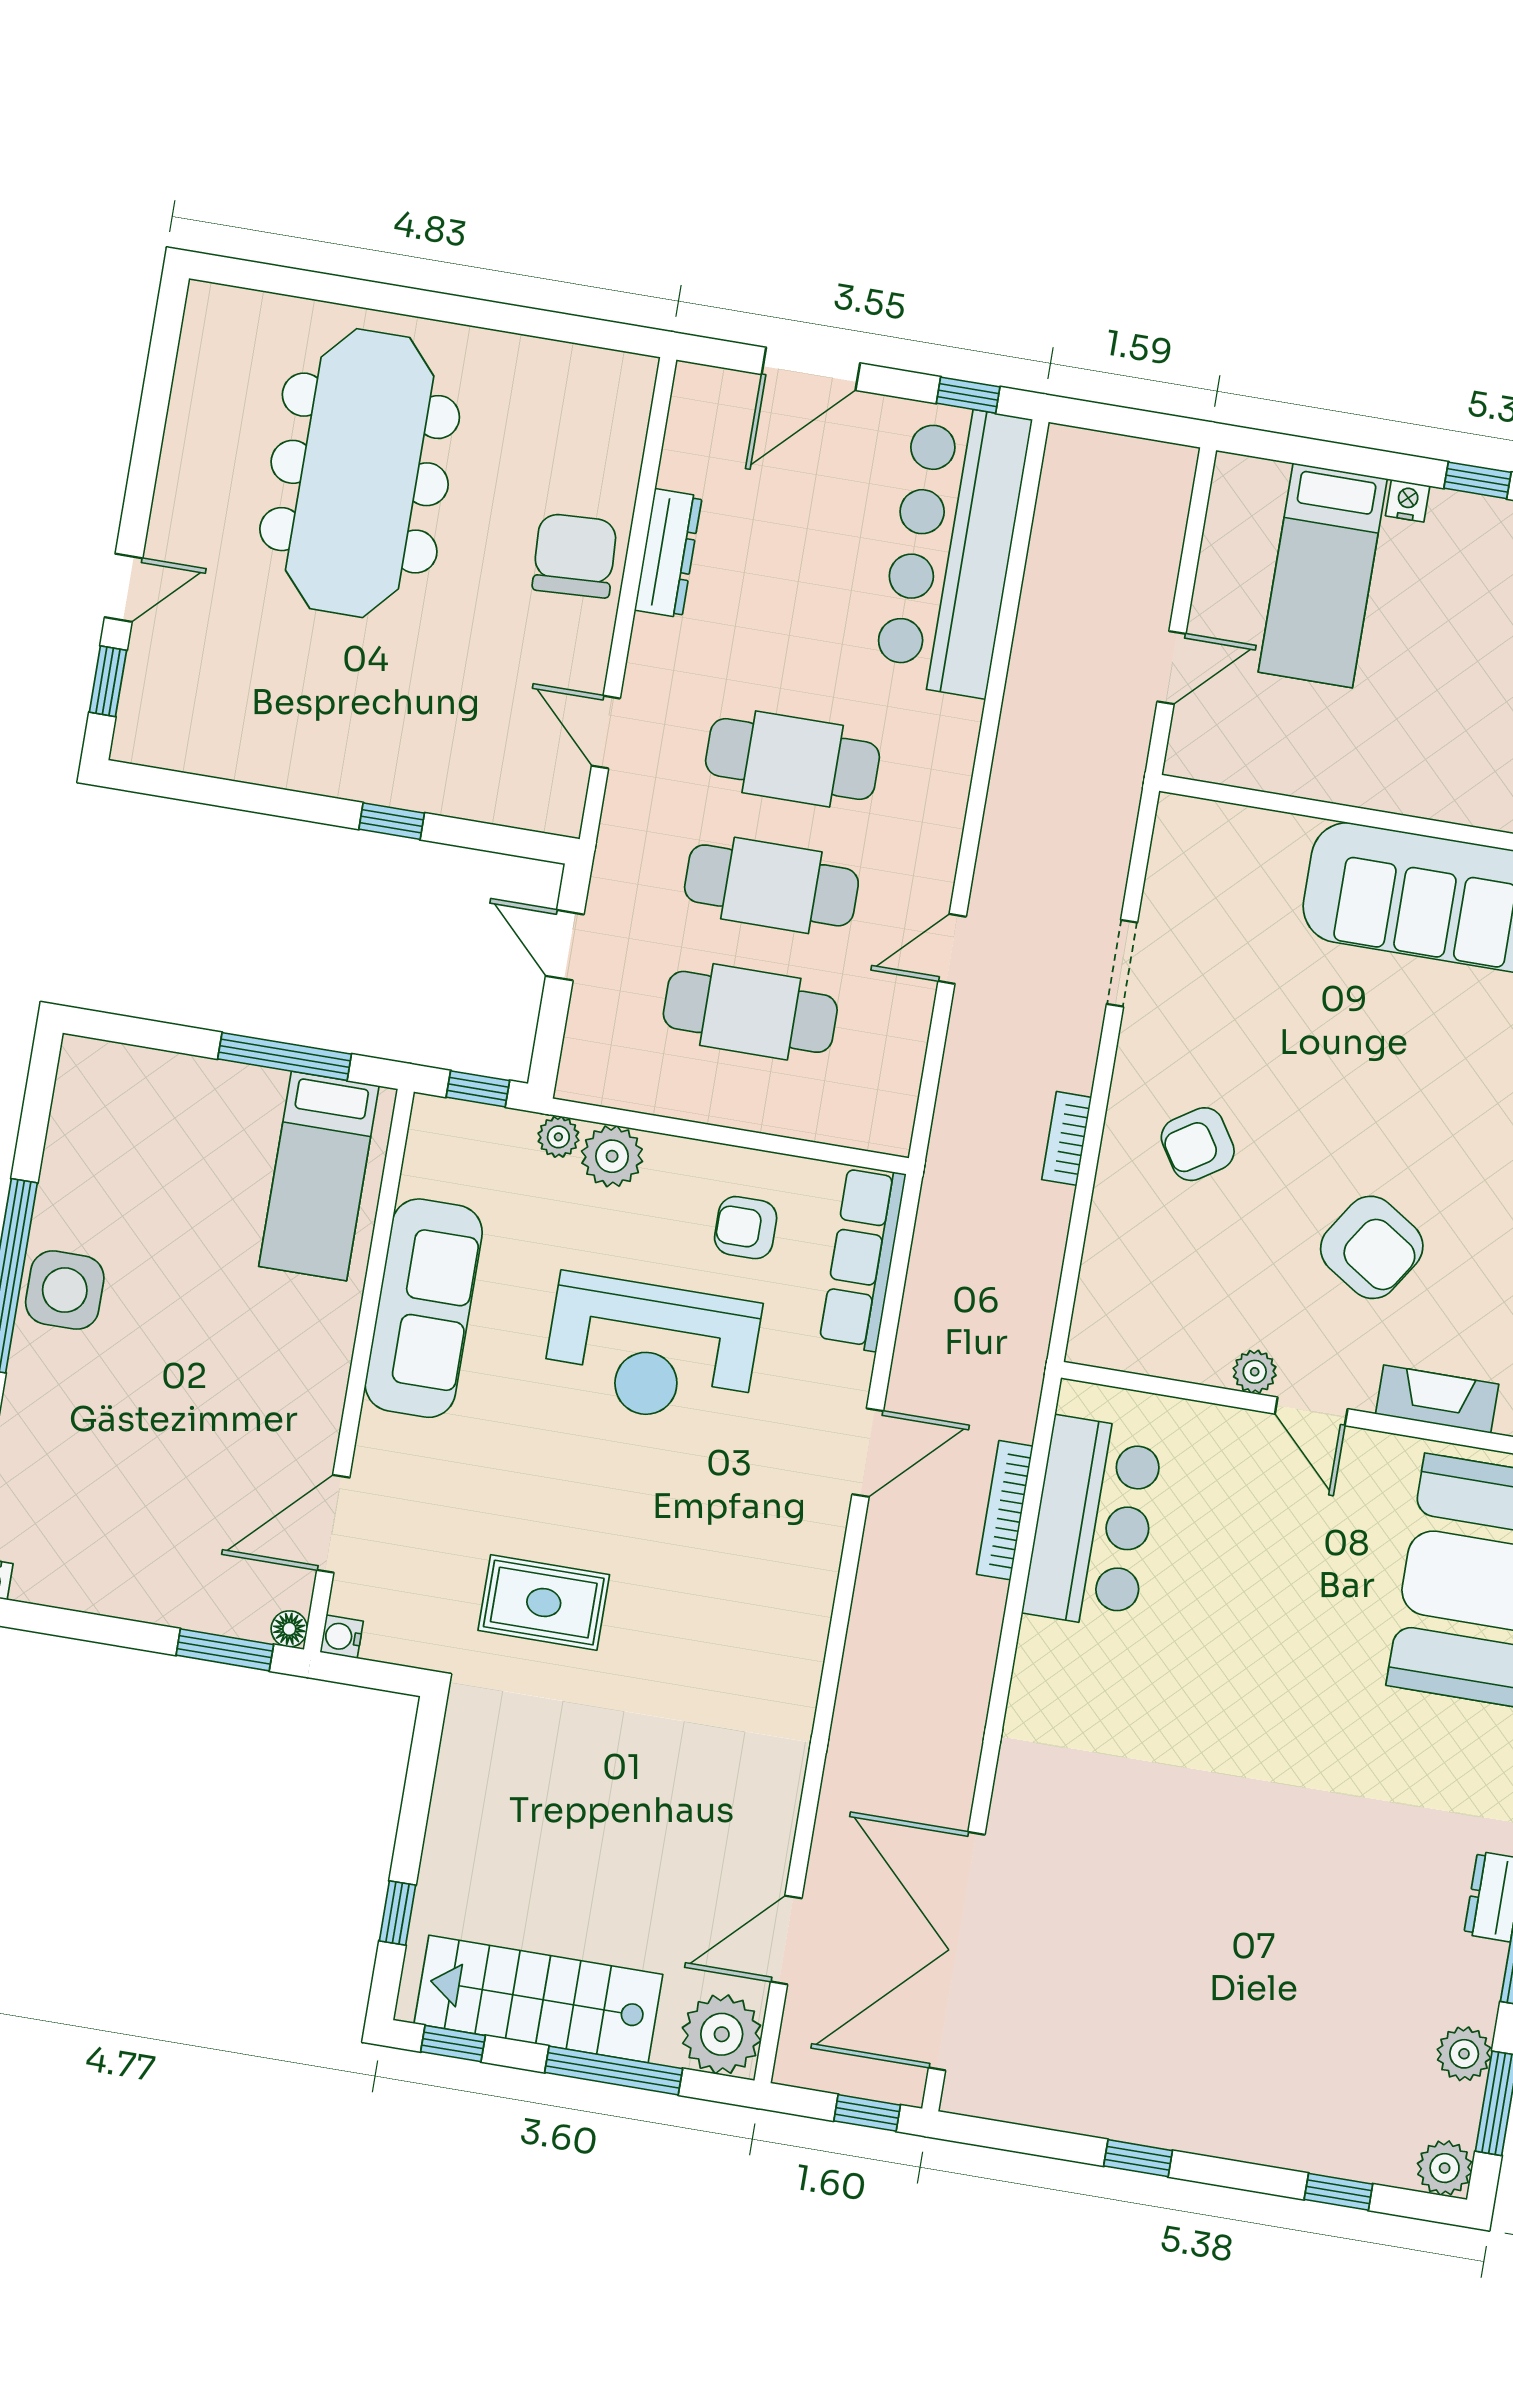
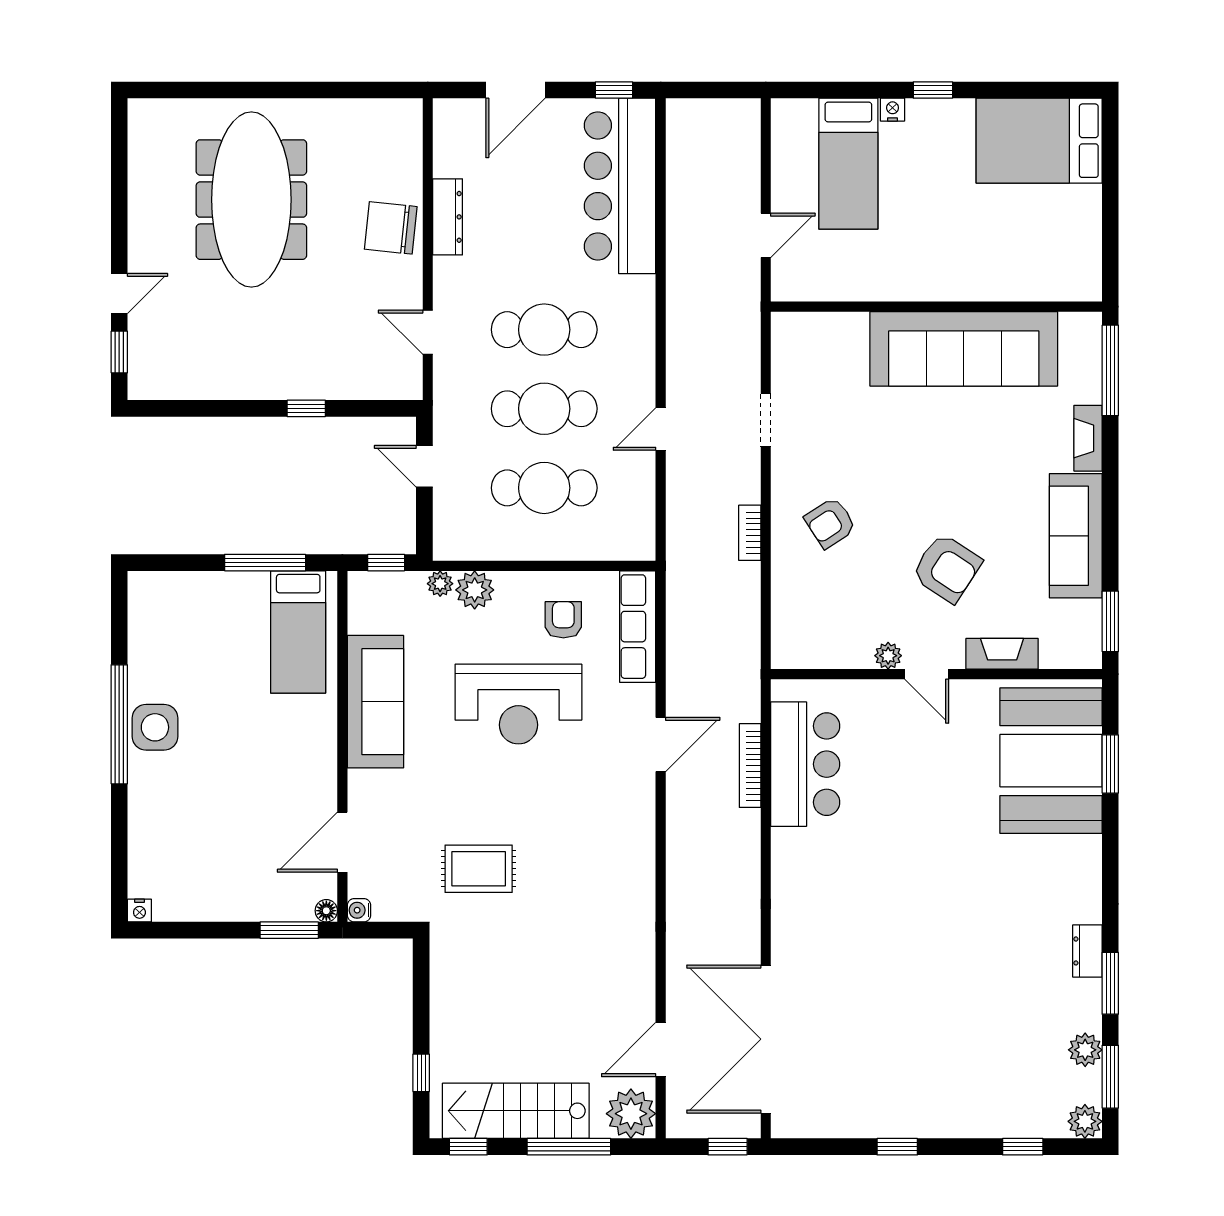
chair: (575, 556) -> (391, 228), turned -81
armchair: (746, 1228) -> (563, 620), turned 90

